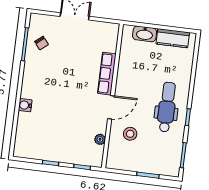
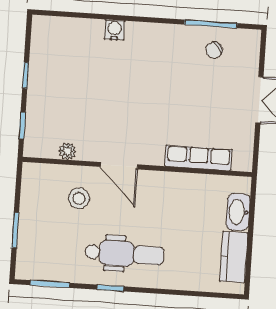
row of seats: (107, 74) -> (199, 158), moved

